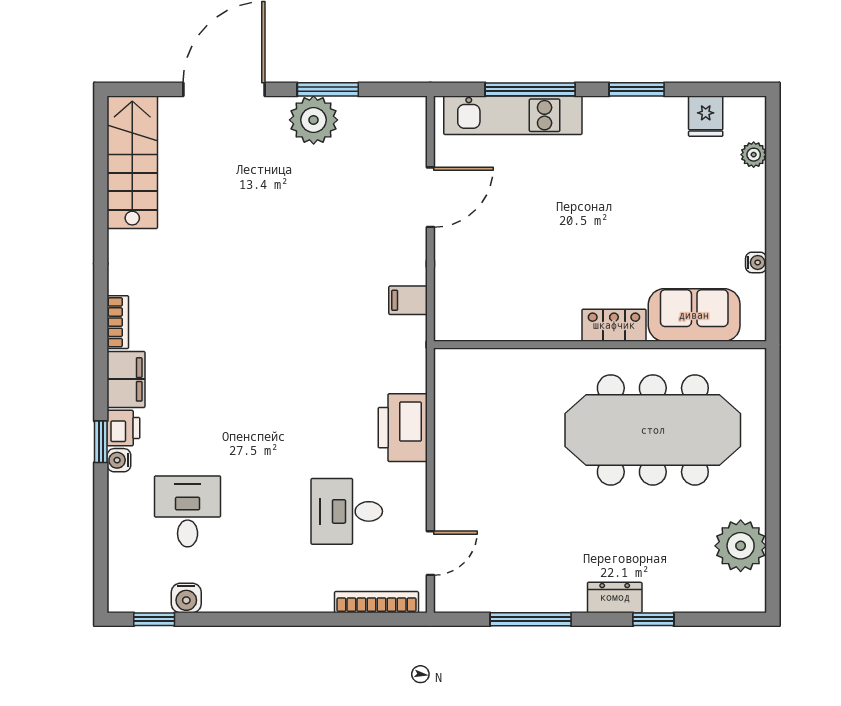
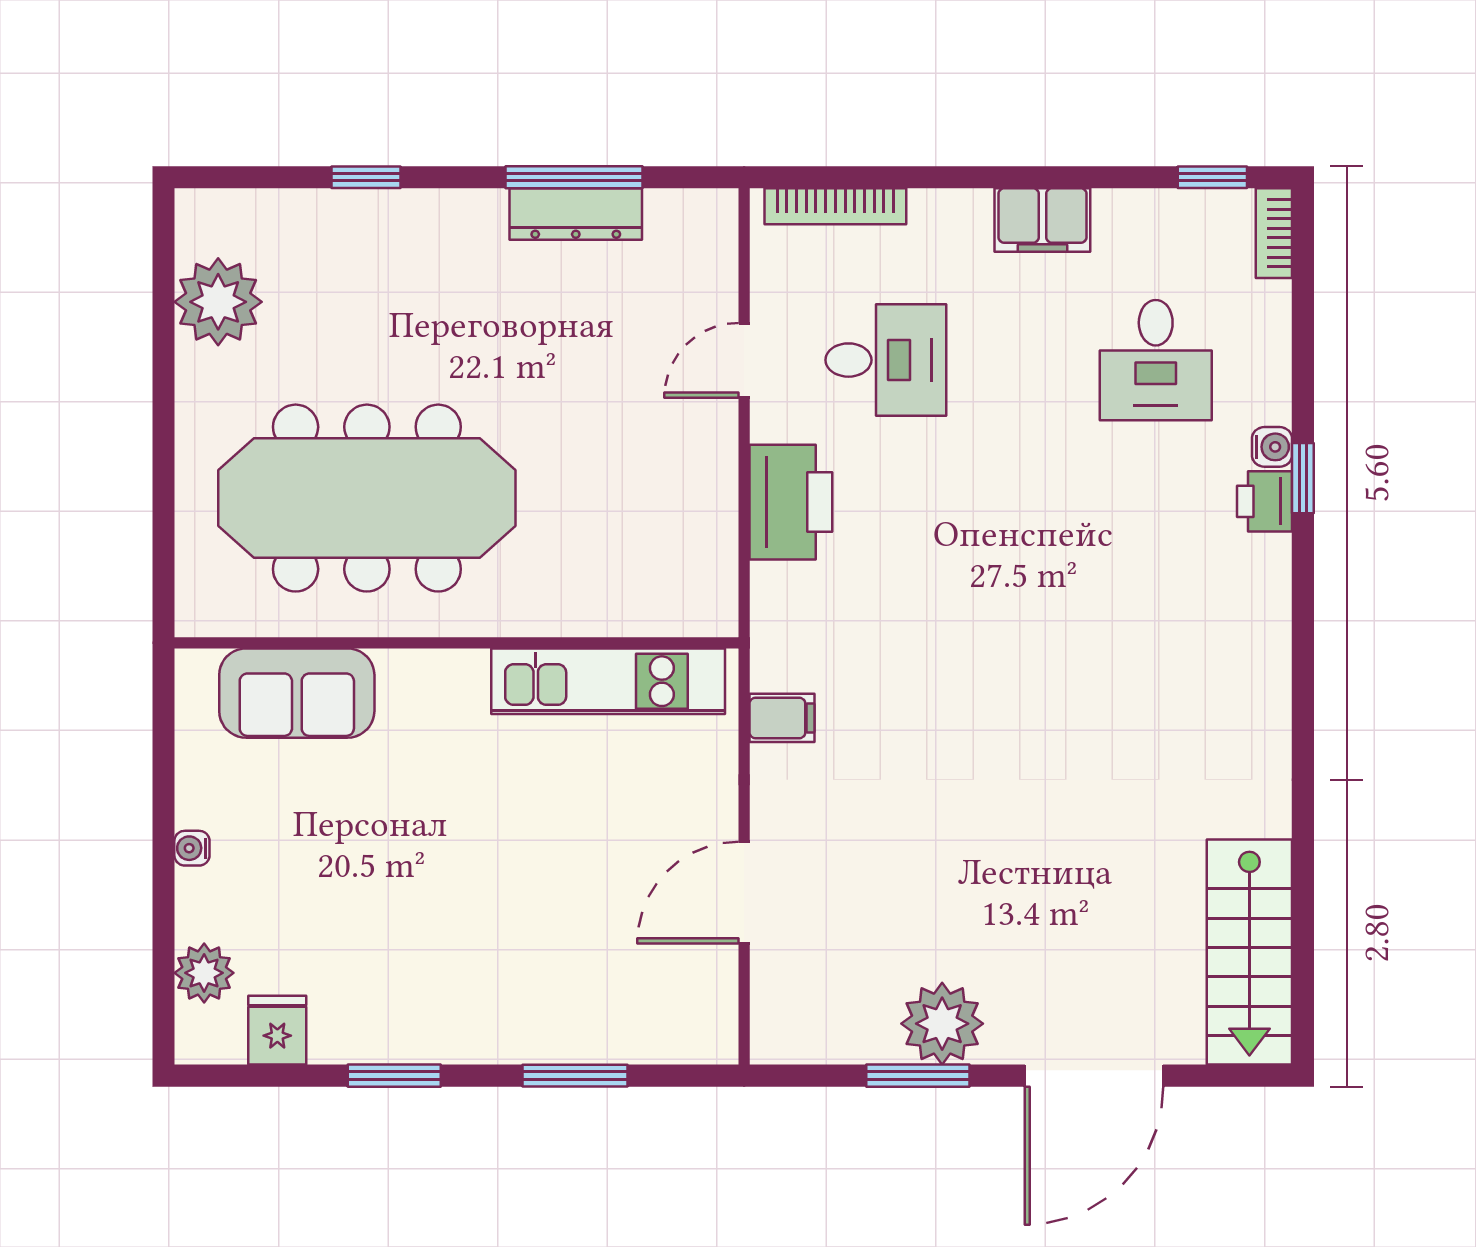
window: (530, 89) -> (575, 1076), width x0.69
kitchen unit: (513, 115) -> (608, 681), moved, turned 180
plant: (754, 155) -> (204, 973), width x1.38, depth x1.38
water cooler: (756, 262) -> (192, 848), moved
bookcase: (118, 322) -> (1274, 233), moved
locker: (614, 325) -> (433, 676), removed
filing cabinet: (126, 379) -> (1042, 220), moved, turned -90
door: (430, 553) -> (744, 360), moved
dresser: (615, 597) -> (576, 214), moved, width x1.44
water cooler: (186, 598) -> (1158, 213), removed

